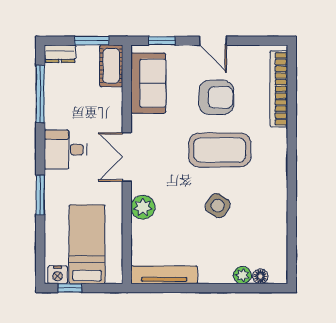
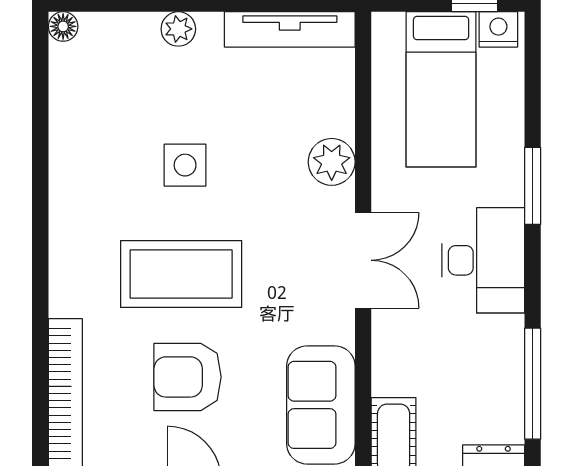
desk: (65, 150) -> (483, 260), width x1.37
side table: (218, 206) -> (185, 165), turned -34
plant: (242, 275) -> (178, 29), moved
floor lamp: (260, 276) -> (63, 26), moved

